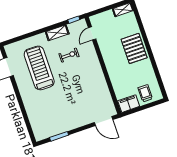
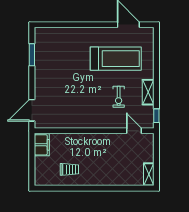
pallet: (134, 48) -> (101, 172), removed
trolley: (145, 93) -> (69, 169), moved

